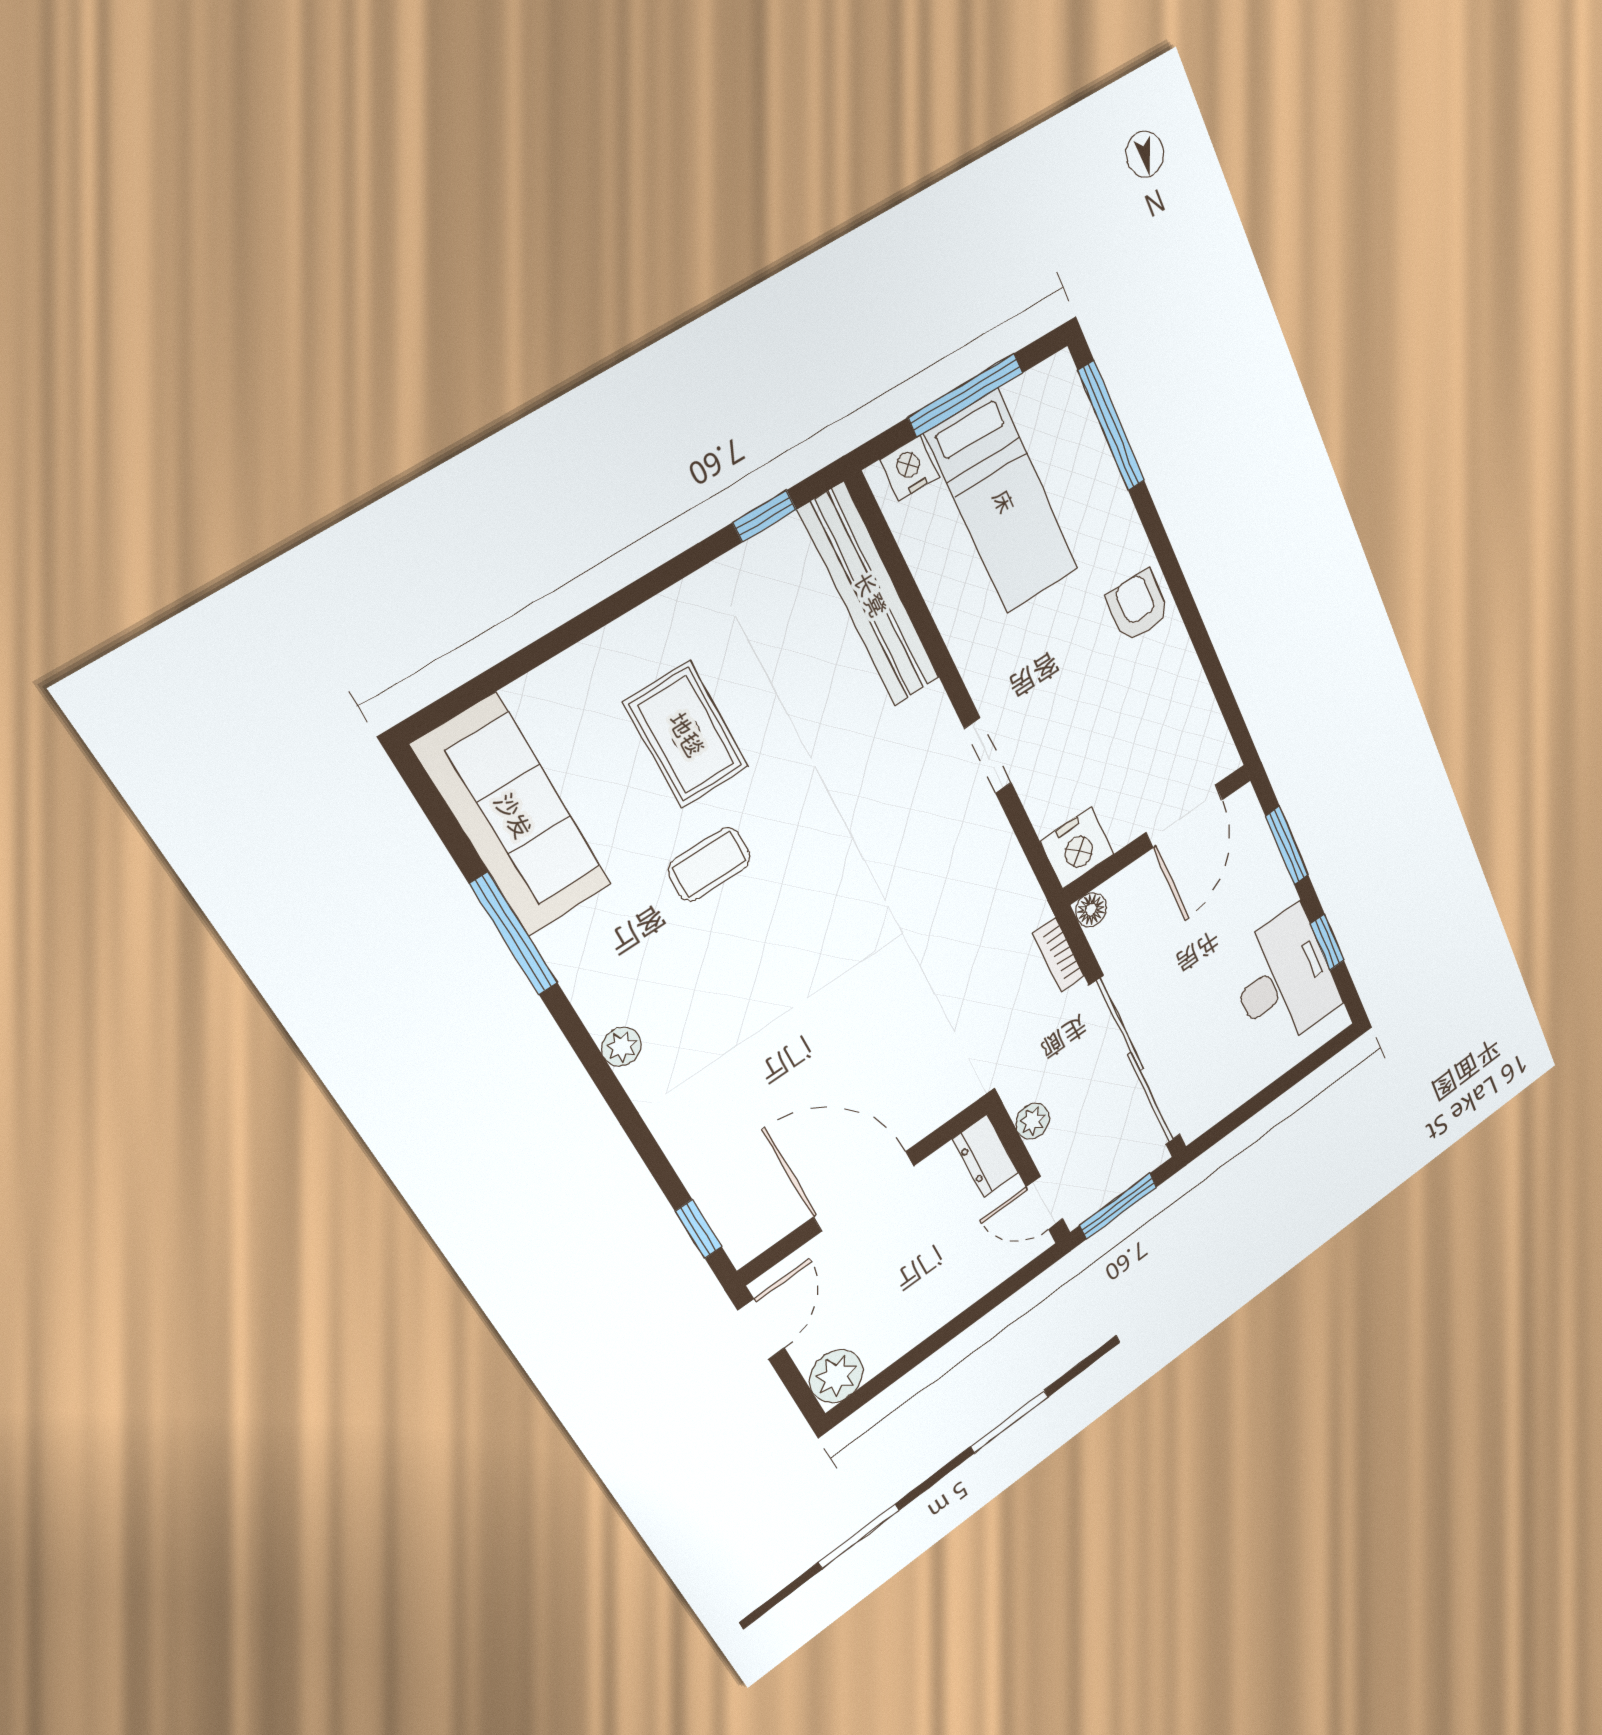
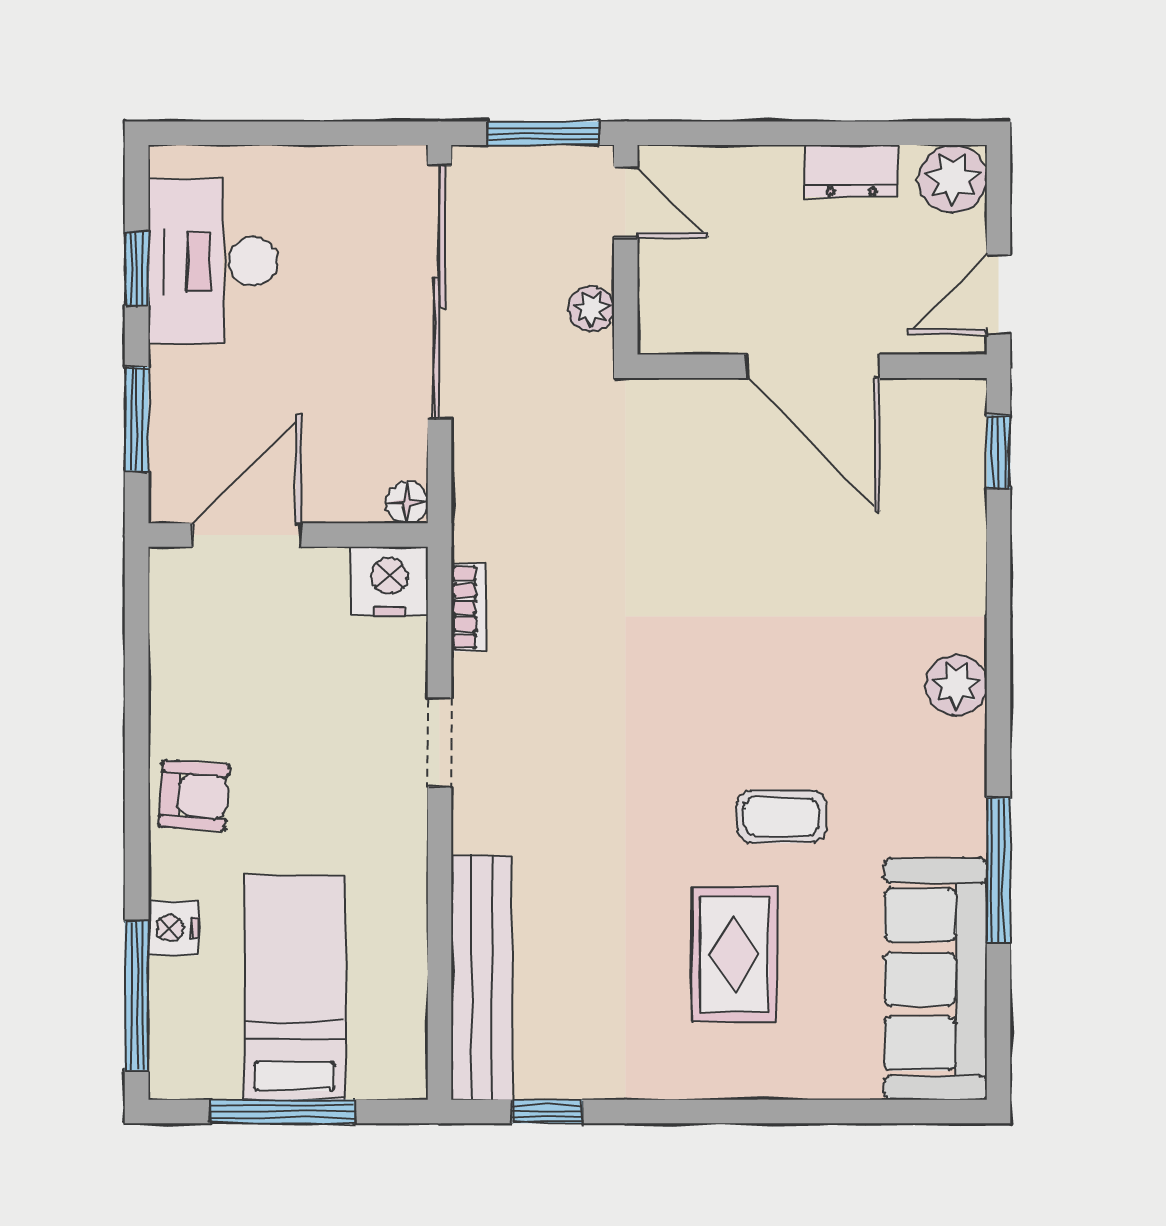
nightstand: (910, 468) -> (173, 928), moved, turned 90
armchair: (1138, 606) -> (194, 796), turned -86
bookcase: (1058, 955) -> (469, 607), moved
plant: (621, 1047) -> (956, 685), width x1.38, depth x1.38
dresser: (985, 1156) -> (851, 171), moved, turned 90

